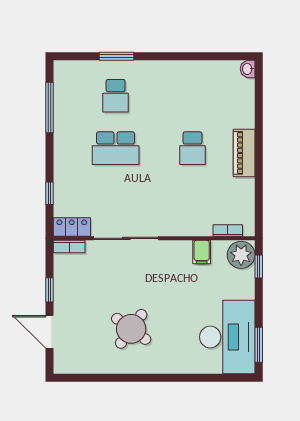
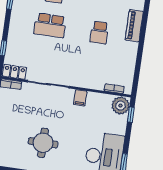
piano: (244, 153) -> (134, 26), moved
filing cabinet: (202, 252) -> (80, 98), moved
round table: (131, 329) -> (43, 143), turned -36

